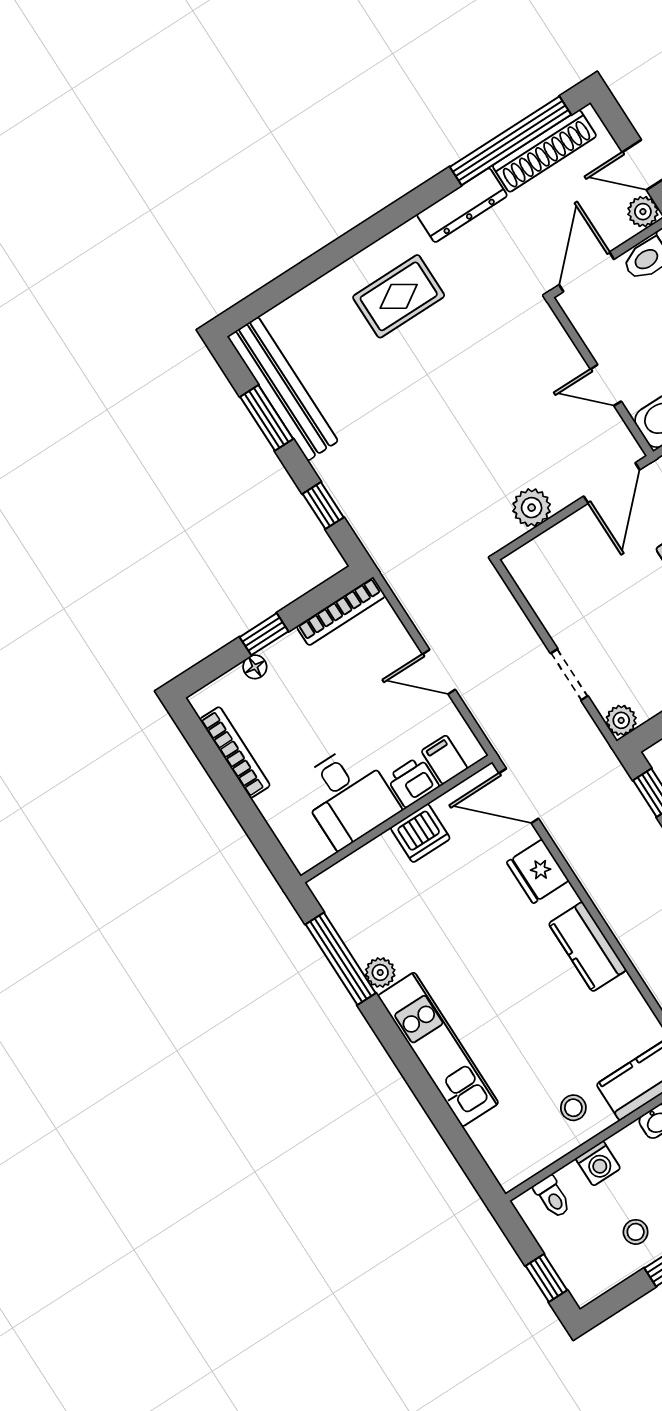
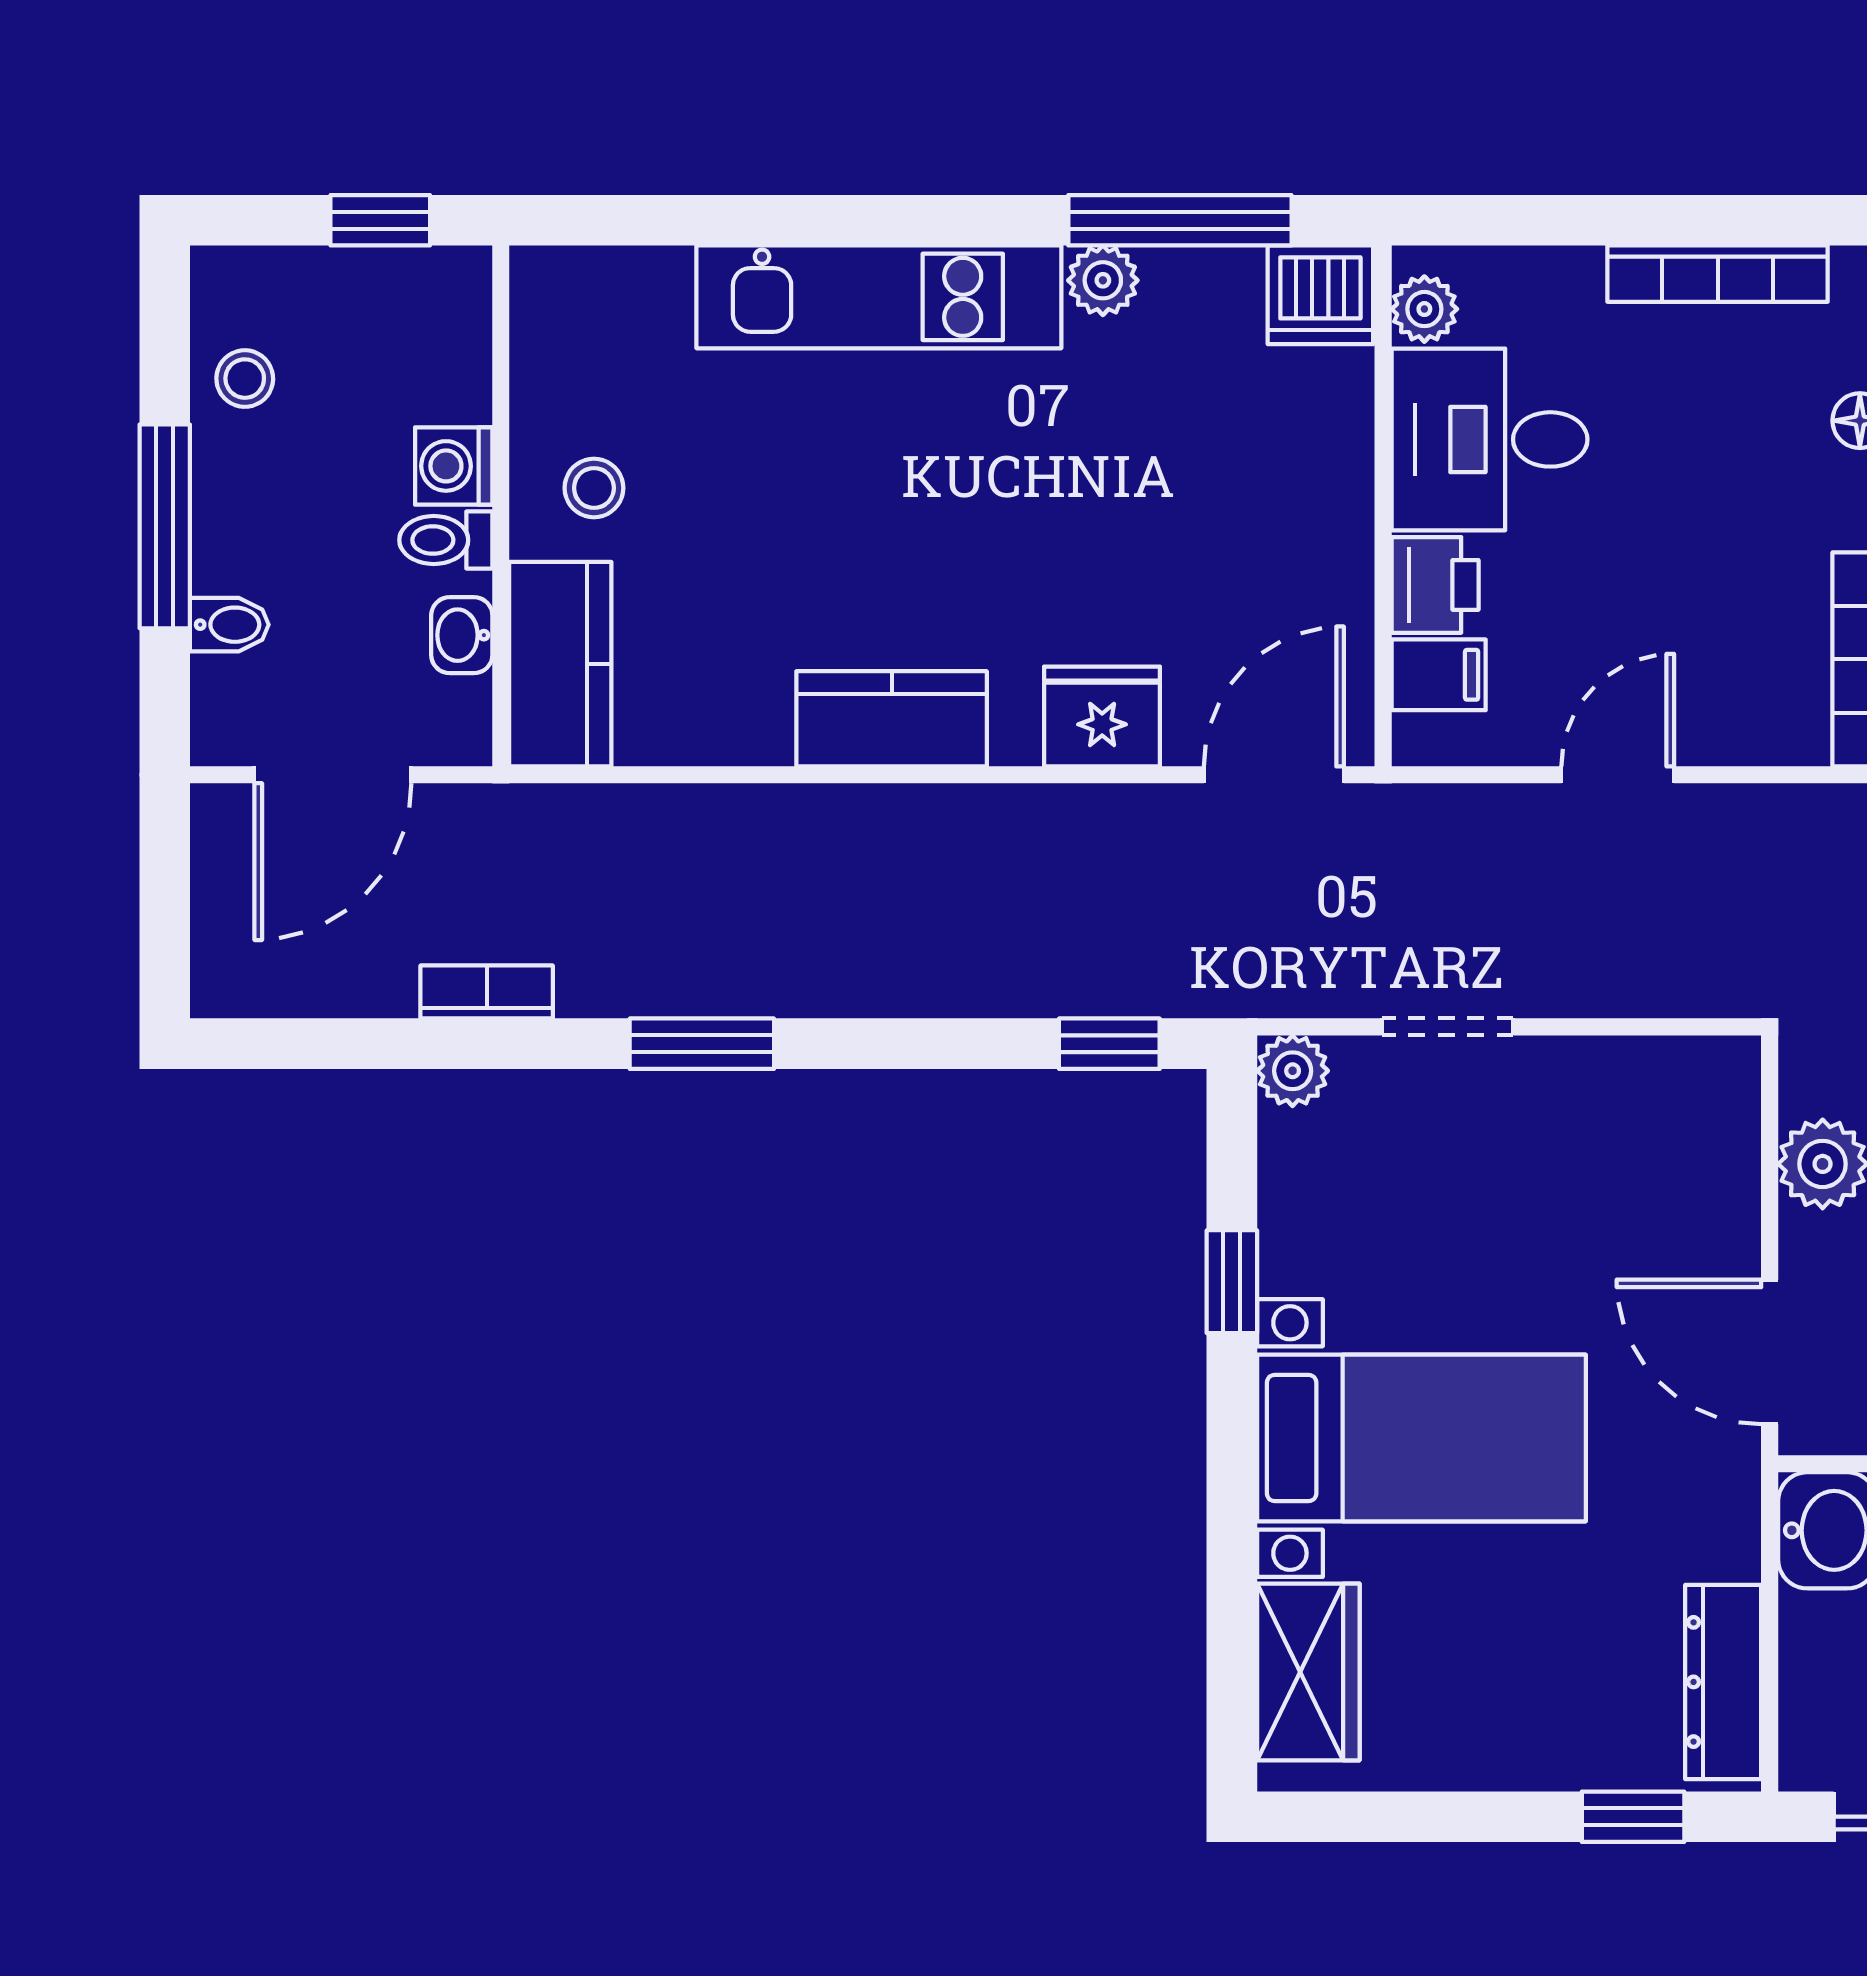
dishwasher: (420, 833) -> (1320, 295), moved, turned -90
plant: (316, 850) -> (1424, 309), added
toilet: (552, 1197) -> (446, 540), moved
stool: (636, 1232) -> (245, 379), moved
window: (546, 1278) -> (380, 220), moved

